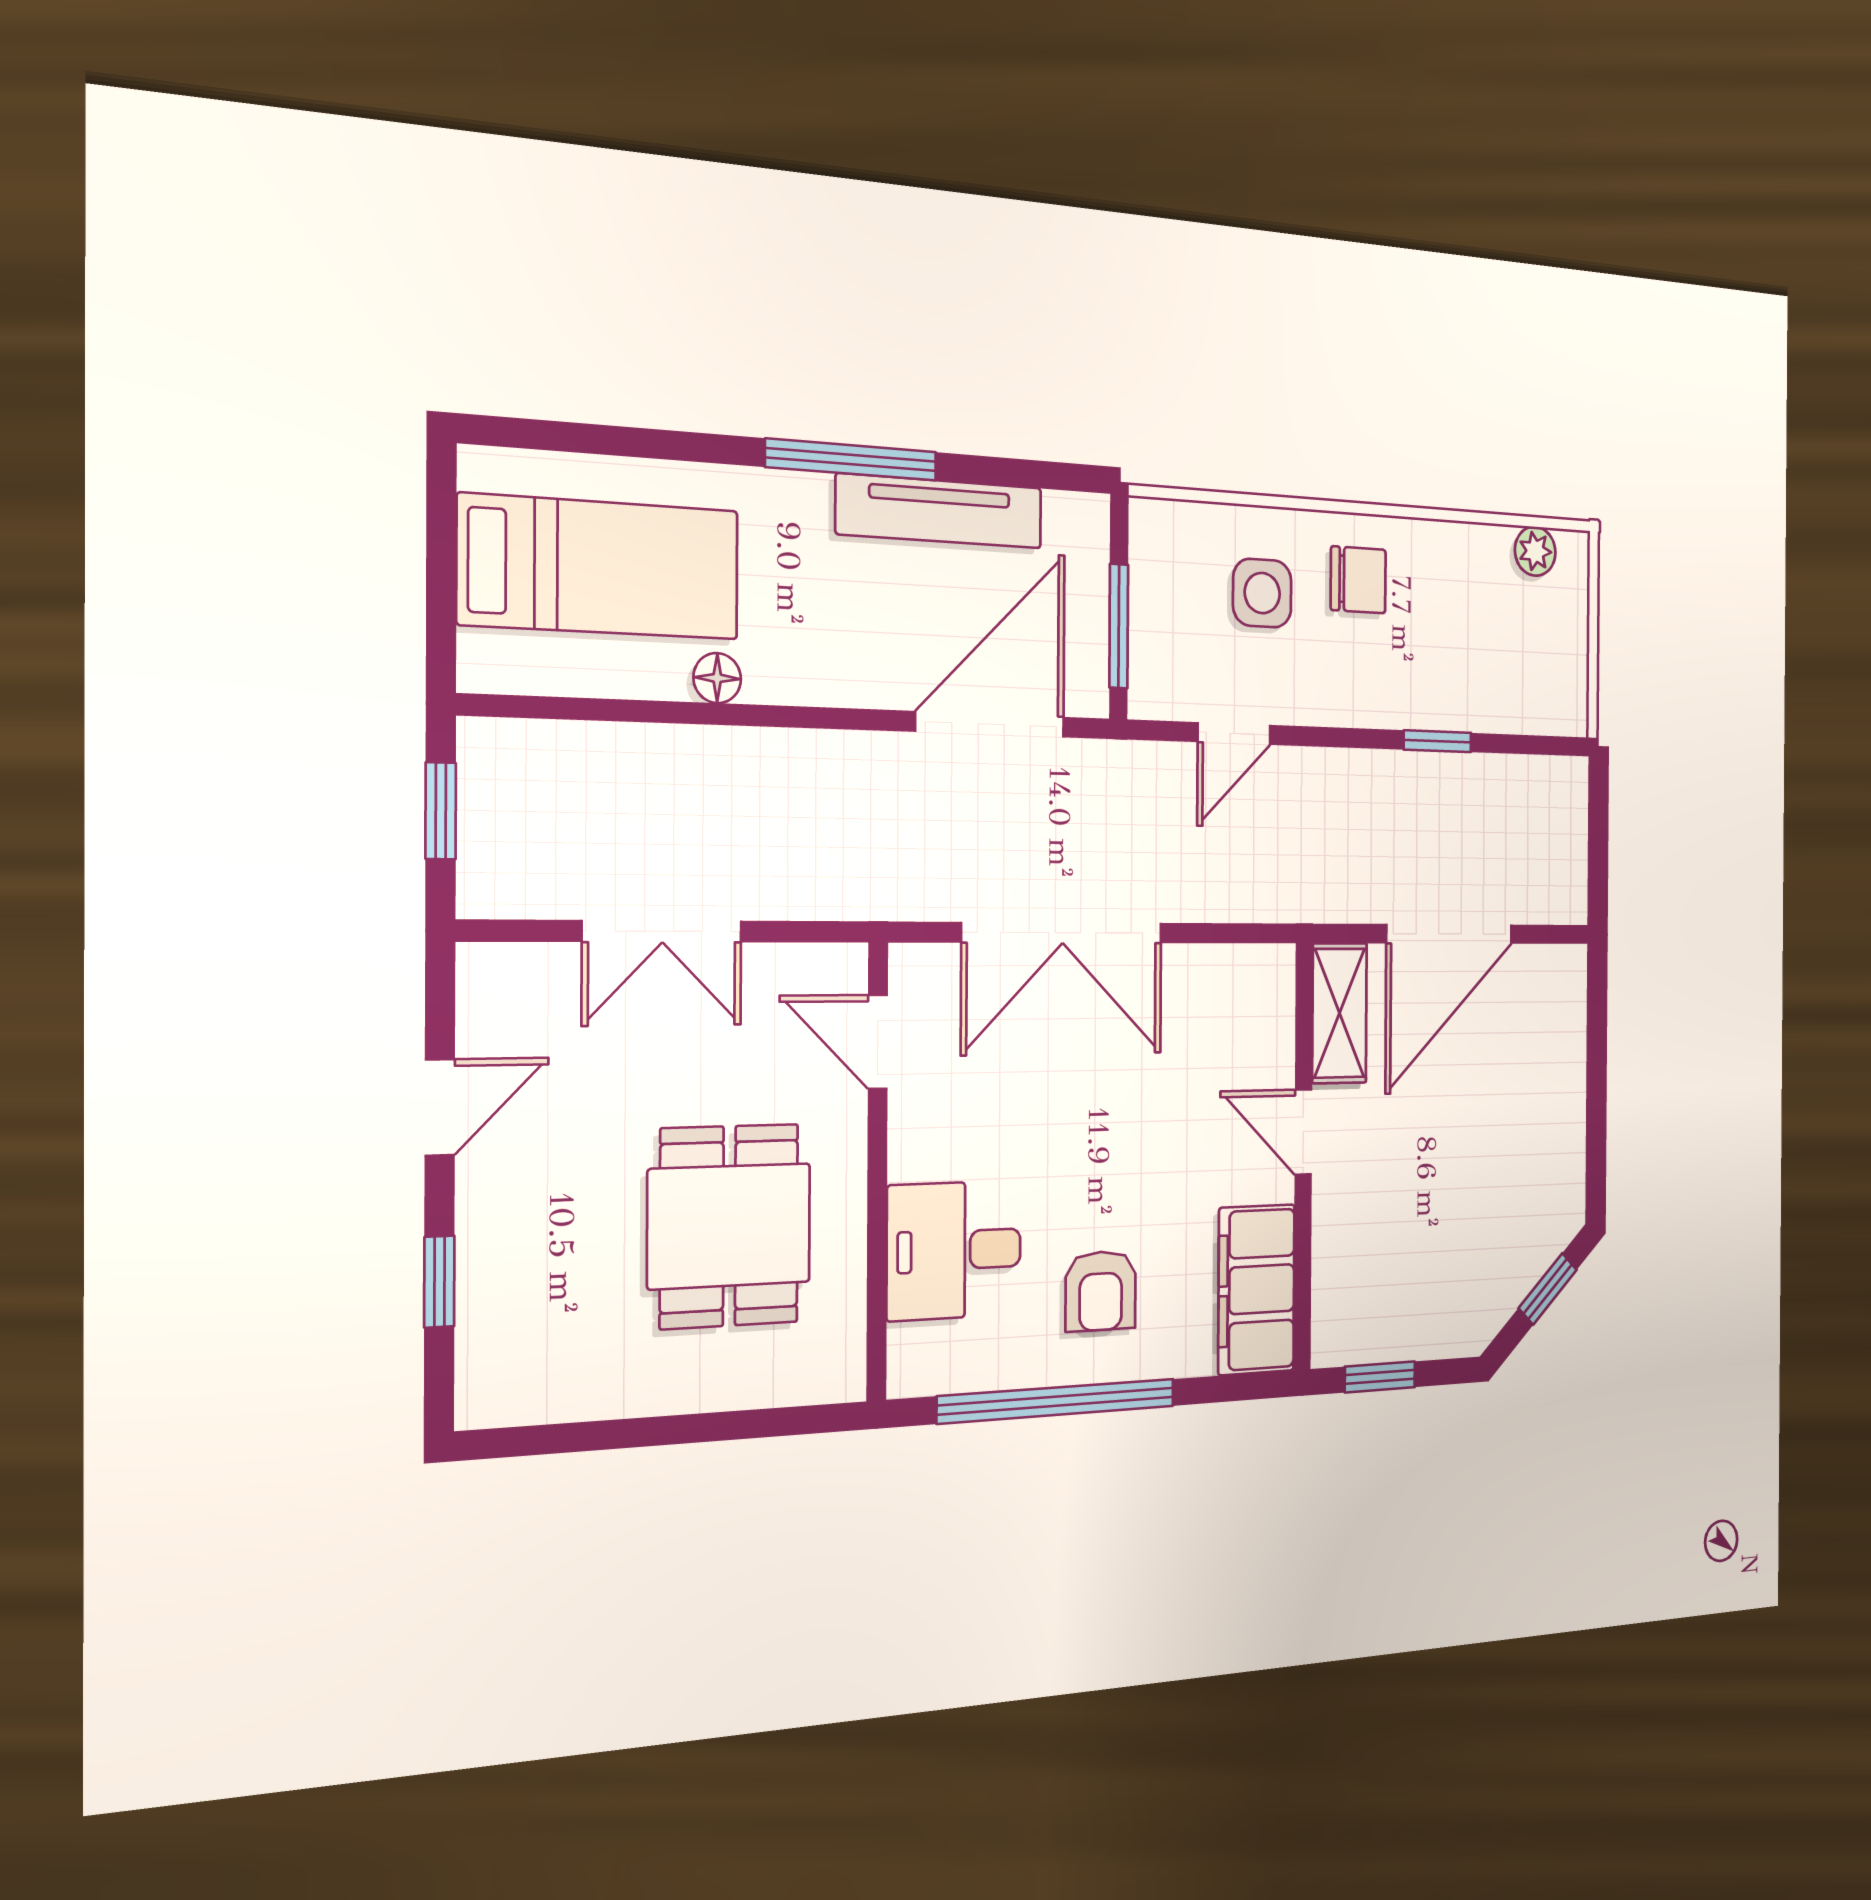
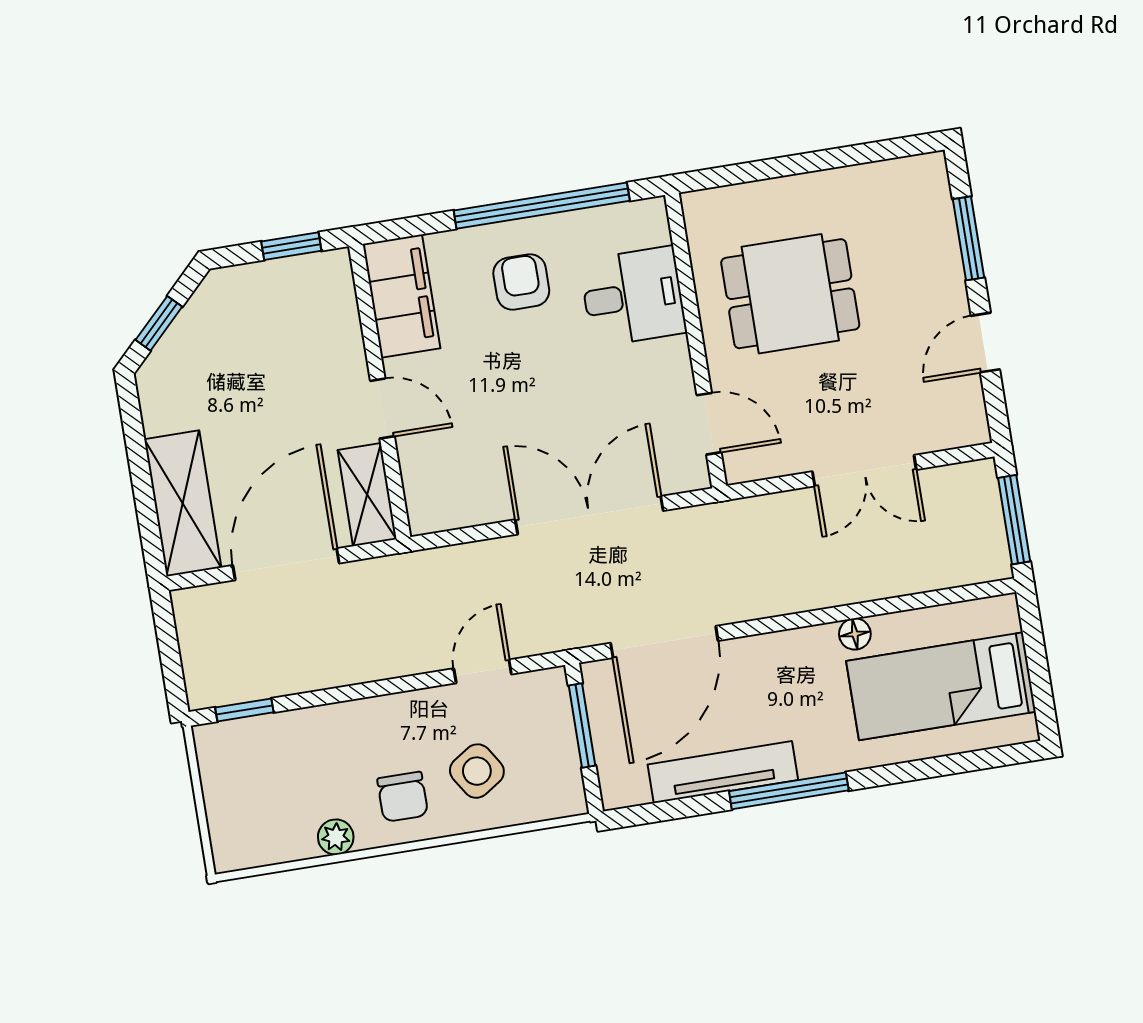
plant: (1535, 551) -> (336, 837), moved
chair: (1358, 580) -> (403, 797), turned -90
side table: (1262, 593) -> (477, 771), turned -33
window: (1437, 741) -> (244, 710), moved
window: (441, 811) -> (1014, 520), width x1.50
double door: (662, 931) -> (864, 471), swing flipped
shelving: (1555, 1039) -> (183, 503), added
dining table: (729, 1226) -> (790, 294), turned 90
window: (439, 1282) -> (968, 238), width x1.50

